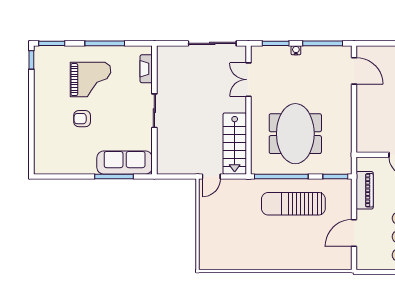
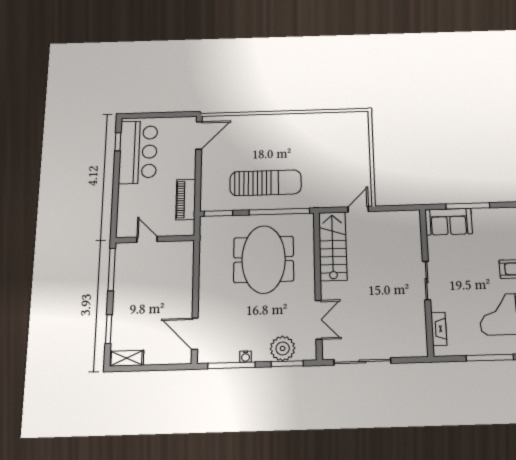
water cooler: (296, 50) -> (246, 357), moved
plant: (279, 56) -> (283, 348), added
sofa: (125, 163) -> (449, 222), width x0.73
door: (354, 233) -> (199, 135), moved

